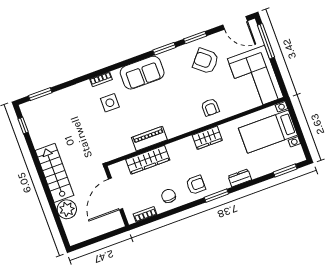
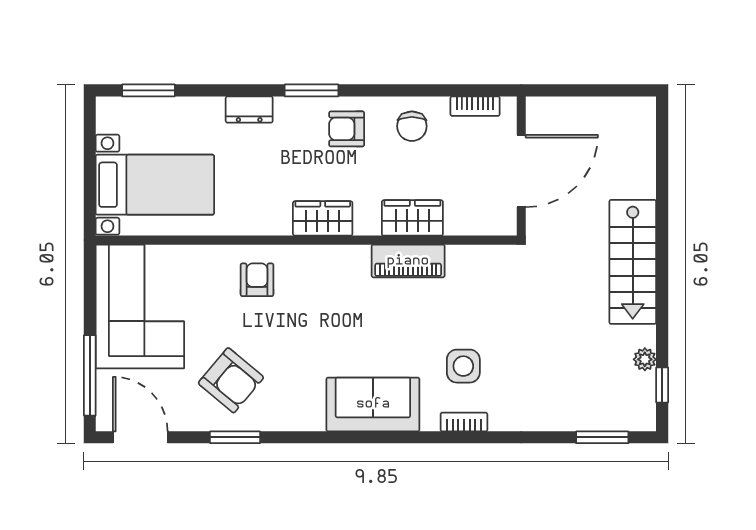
window: (164, 49) -> (308, 437), removed
wardrobe: (207, 138) -> (323, 218), moved
wardrobe: (148, 160) -> (412, 218), width x0.67
plant: (67, 209) -> (645, 359), moved, width x0.53, depth x0.53

